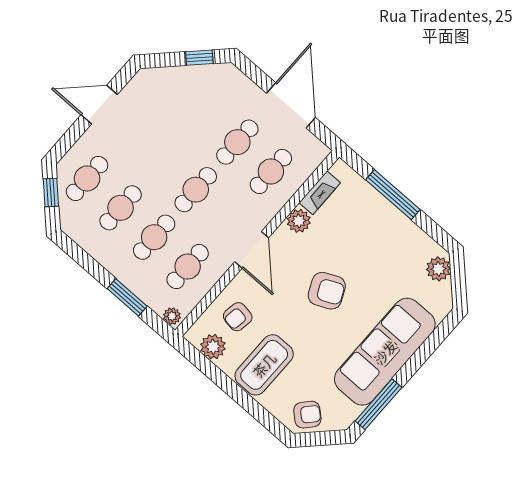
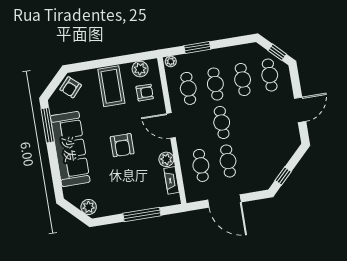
armchair: (327, 291) -> (122, 145), turned -65
armchair: (238, 317) -> (145, 93), turned 81

